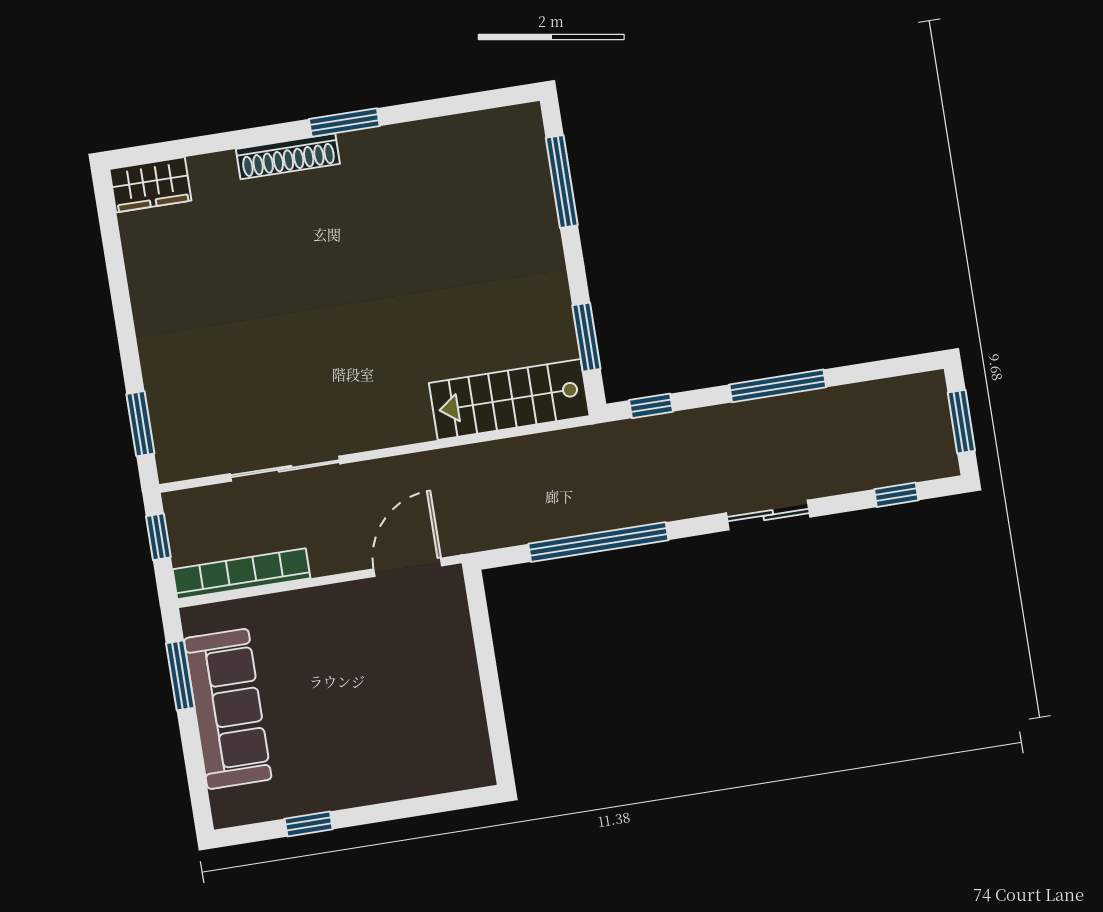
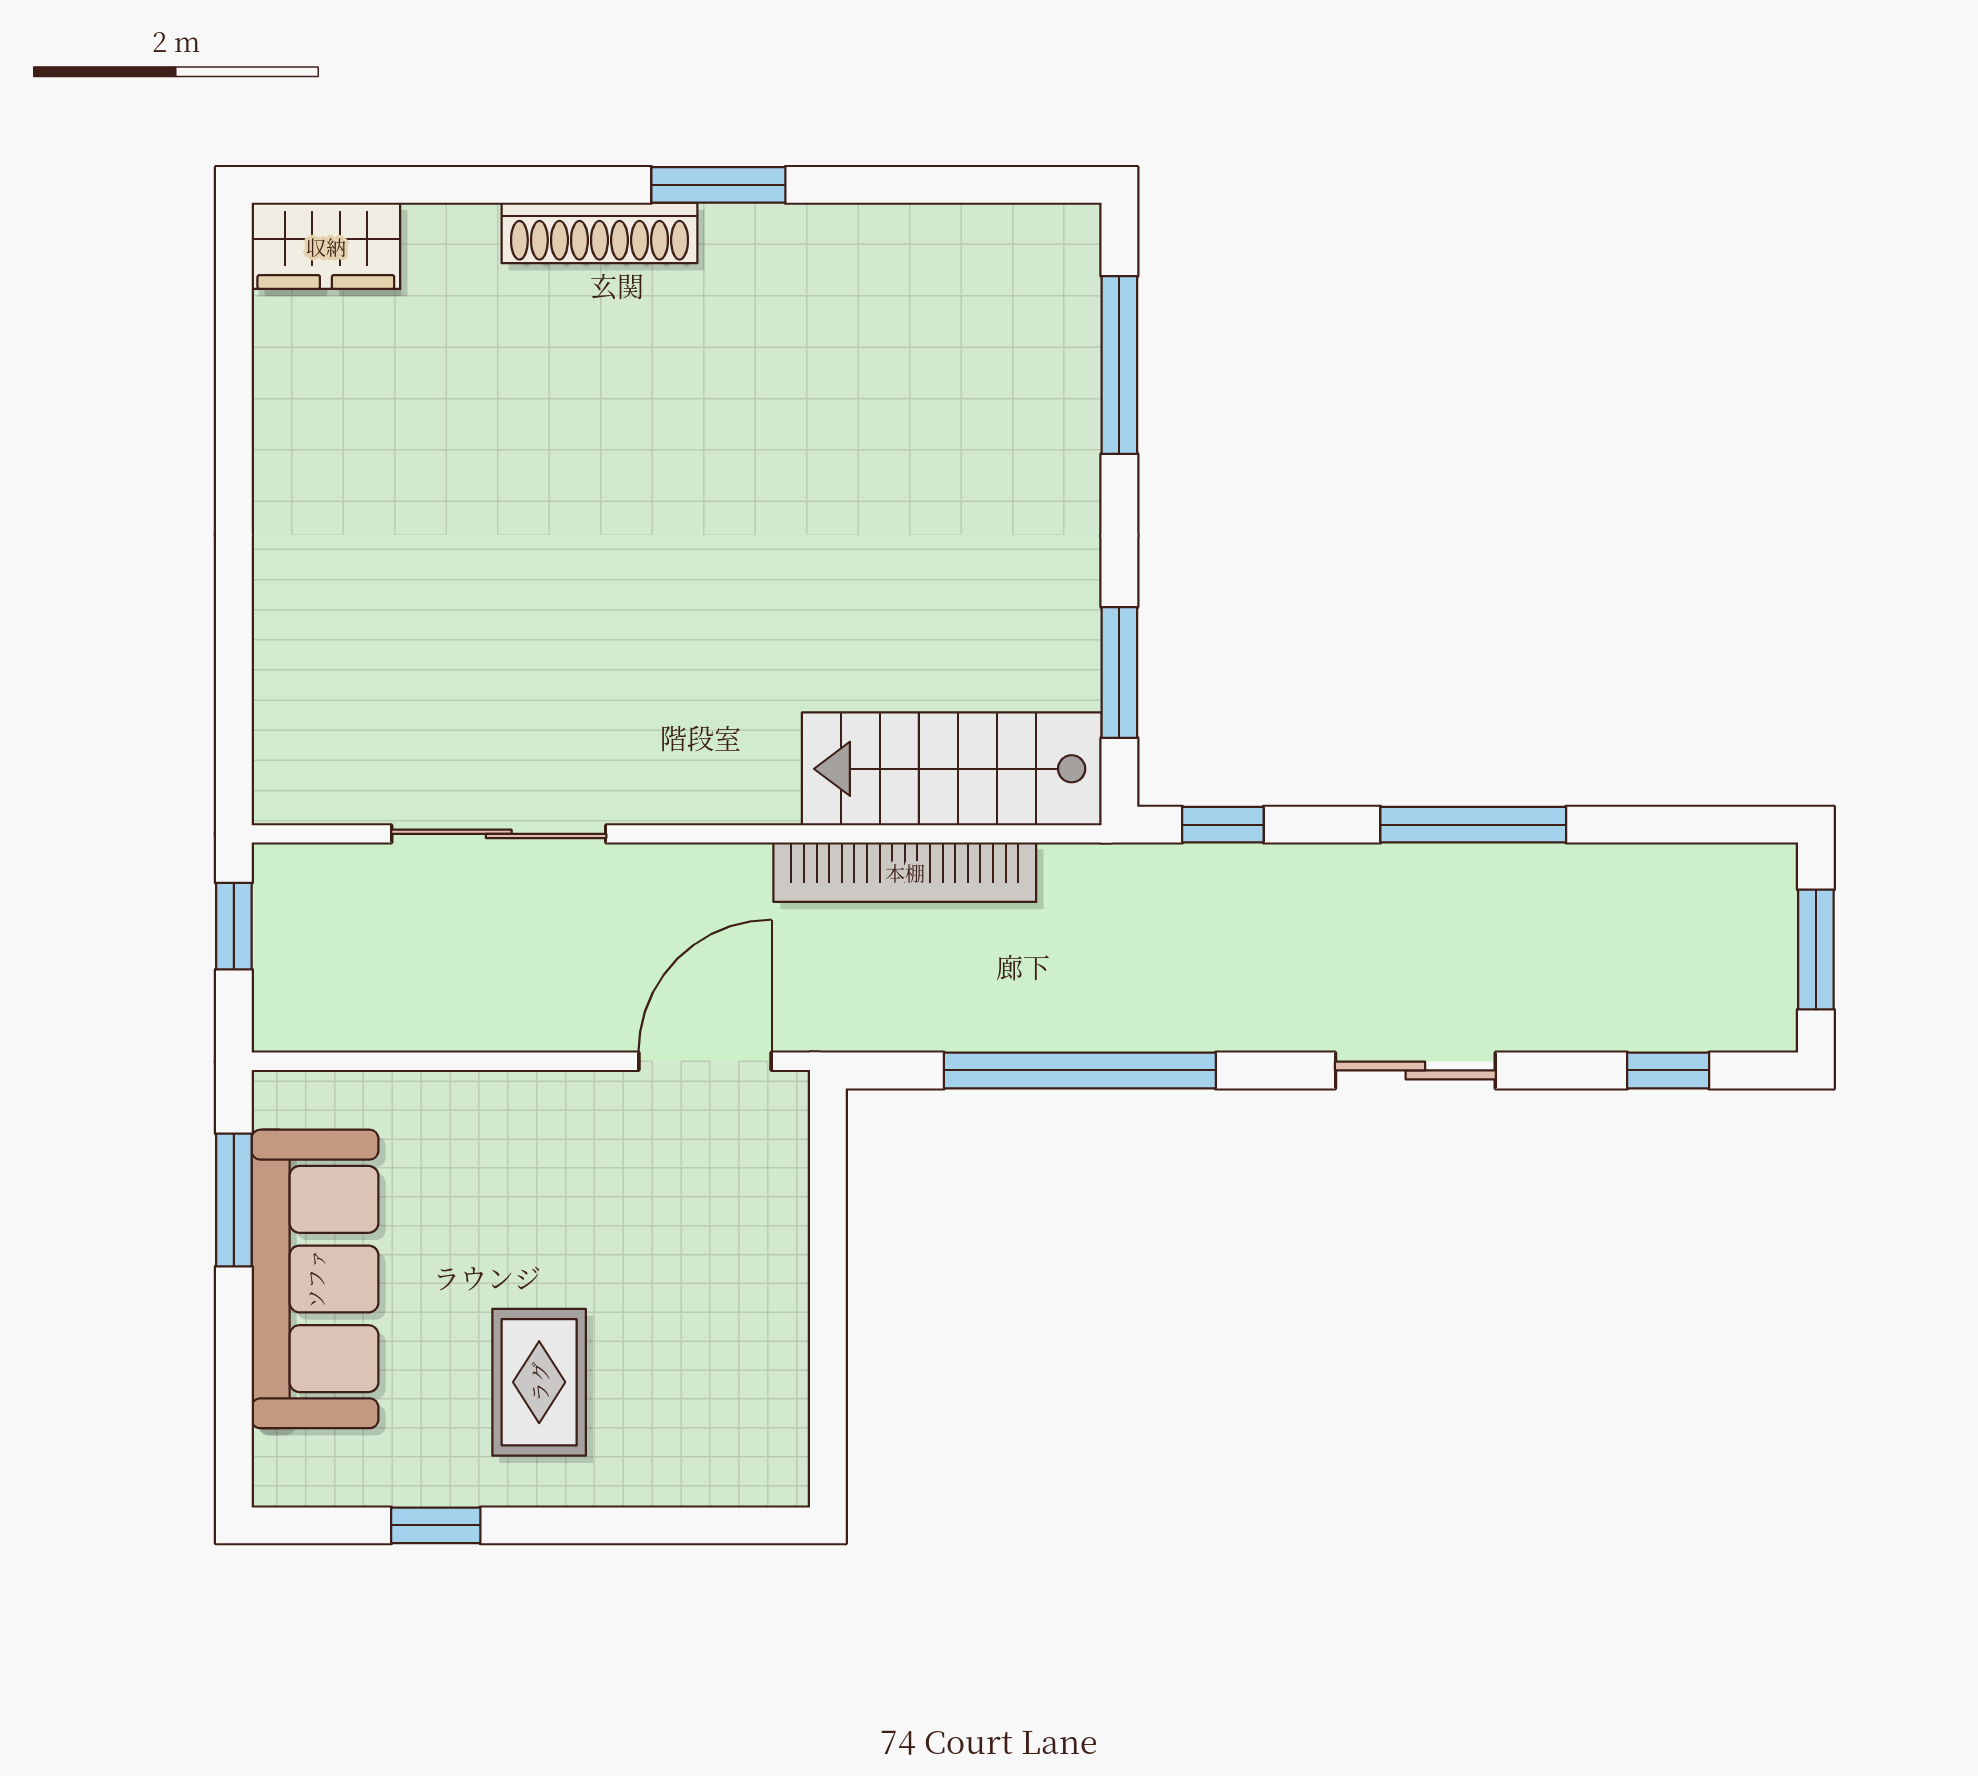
window: (140, 424) -> (234, 703), removed
bookcase: (242, 574) -> (905, 872), moved, turned 180
rug: (349, 743) -> (539, 1382), added

